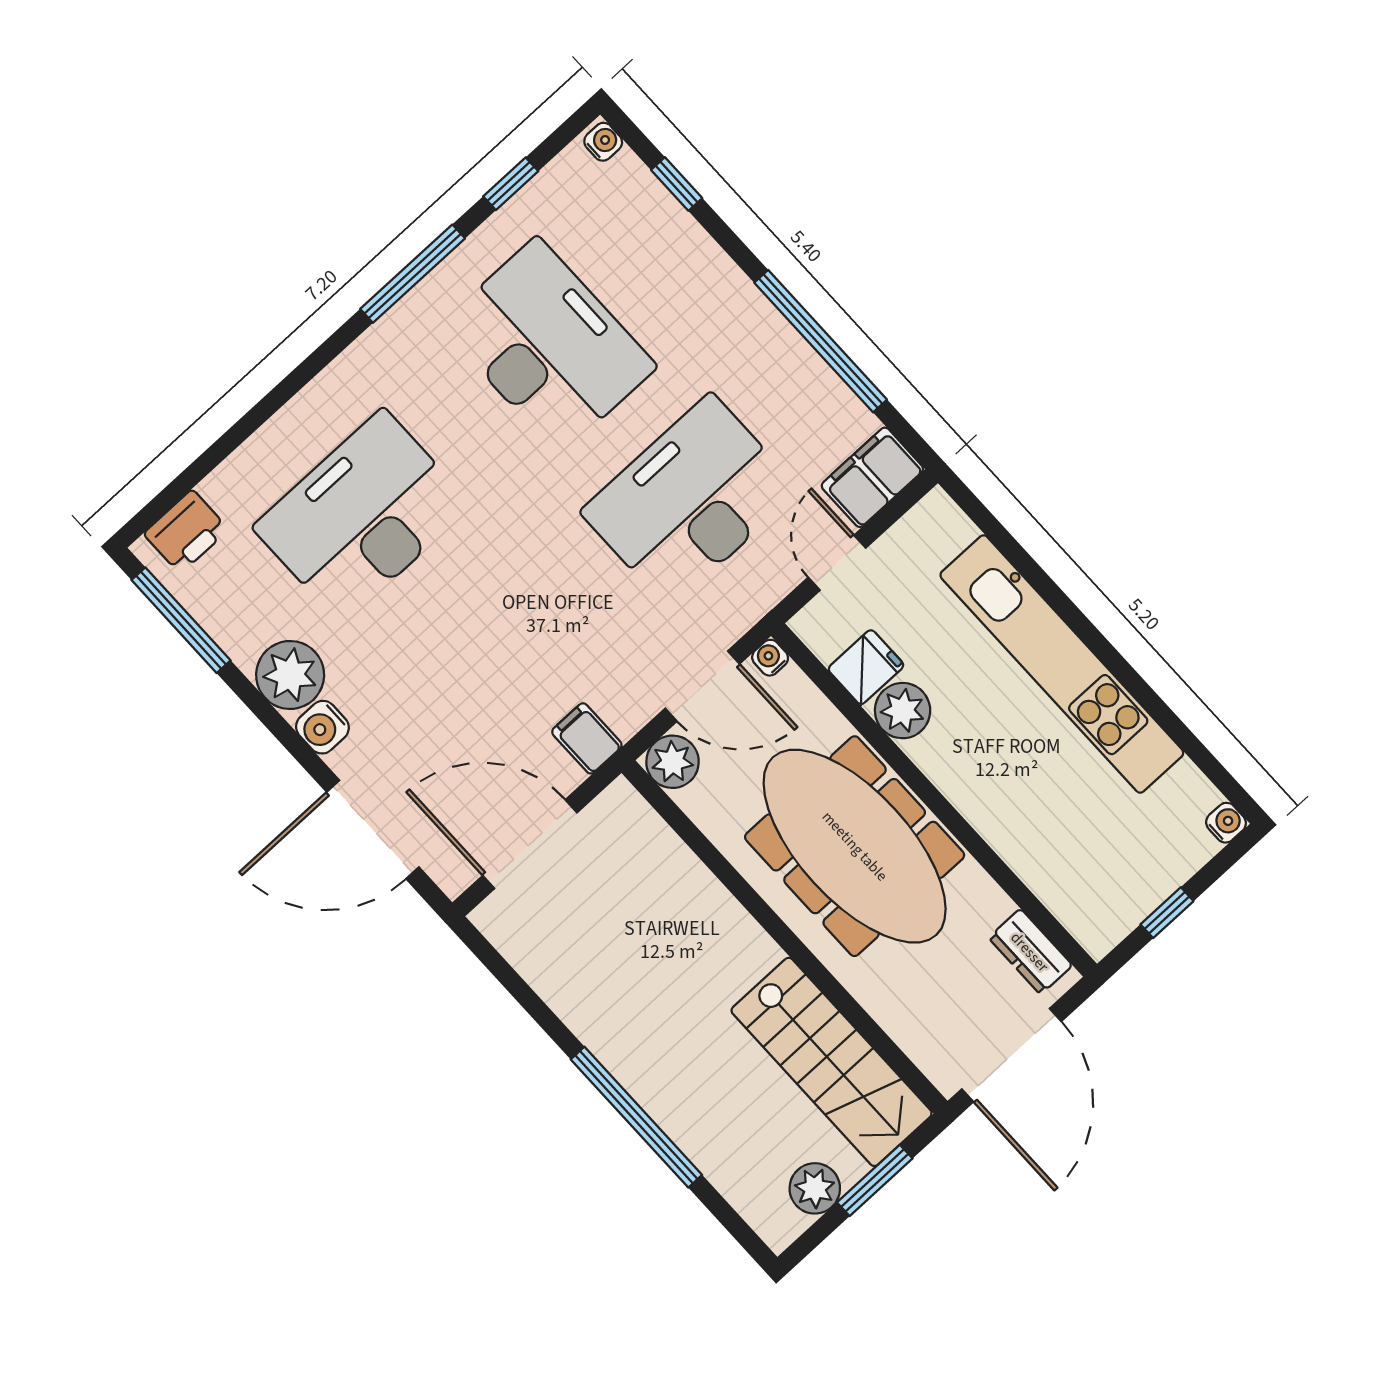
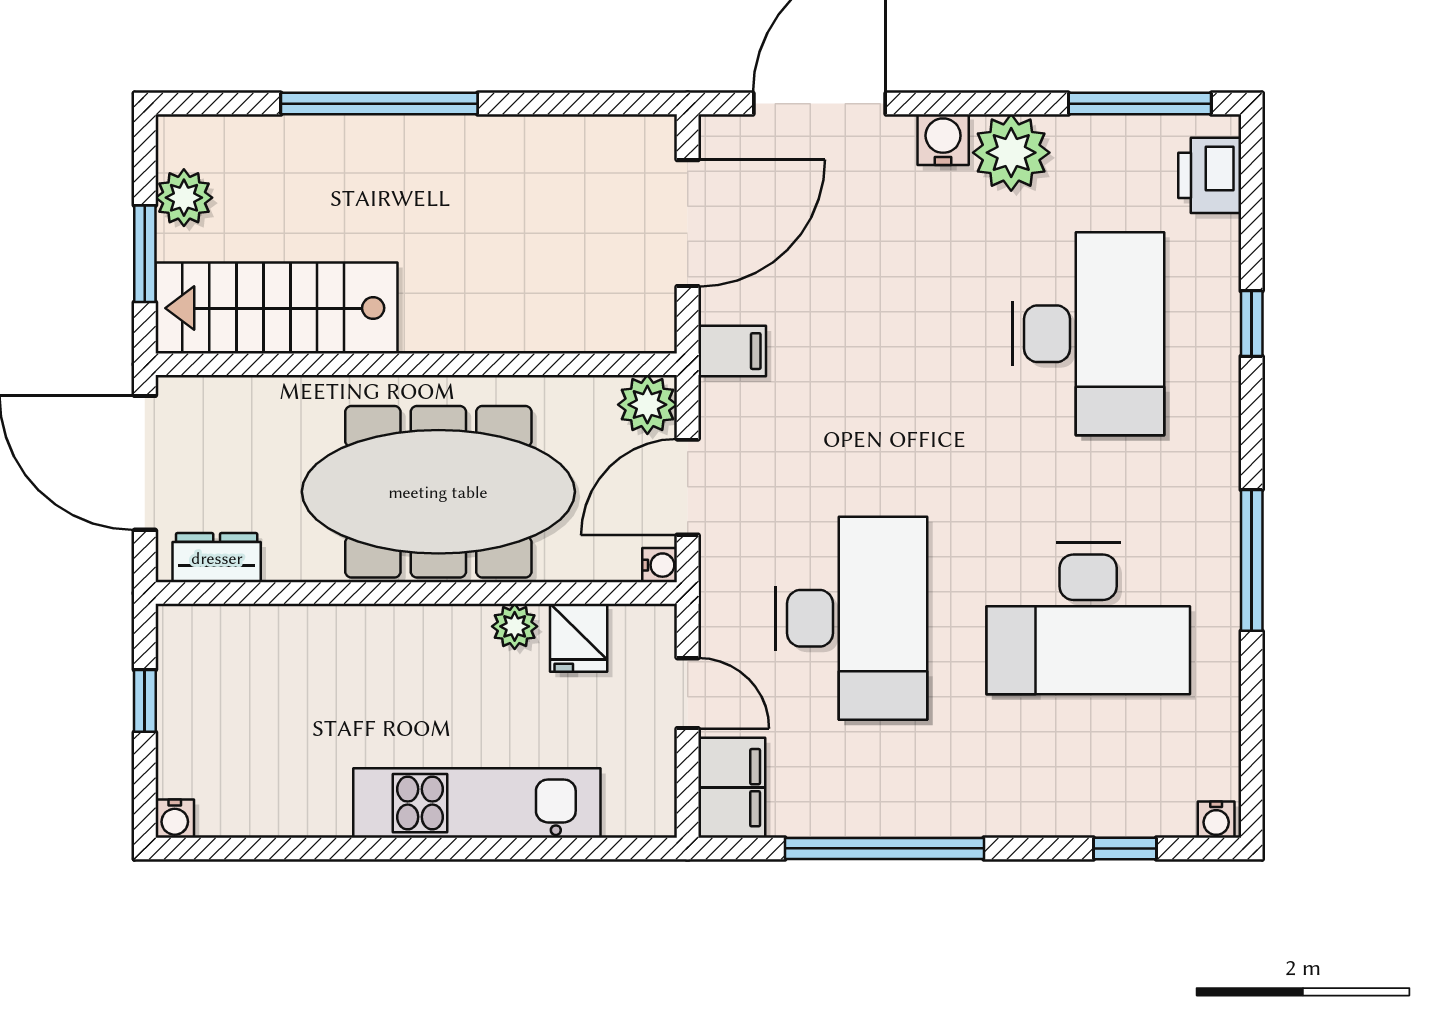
window: (511, 184) -> (1252, 324), moved
kitchen unit: (1062, 664) -> (477, 803), width x0.73
plant: (903, 711) -> (515, 626), width x0.73, depth x0.73

